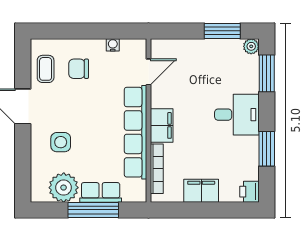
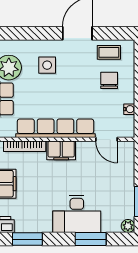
window: (267, 73) -> (91, 239), moved
desk: (237, 115) -> (77, 214), width x1.37
window: (267, 149) -> (27, 239), moved

